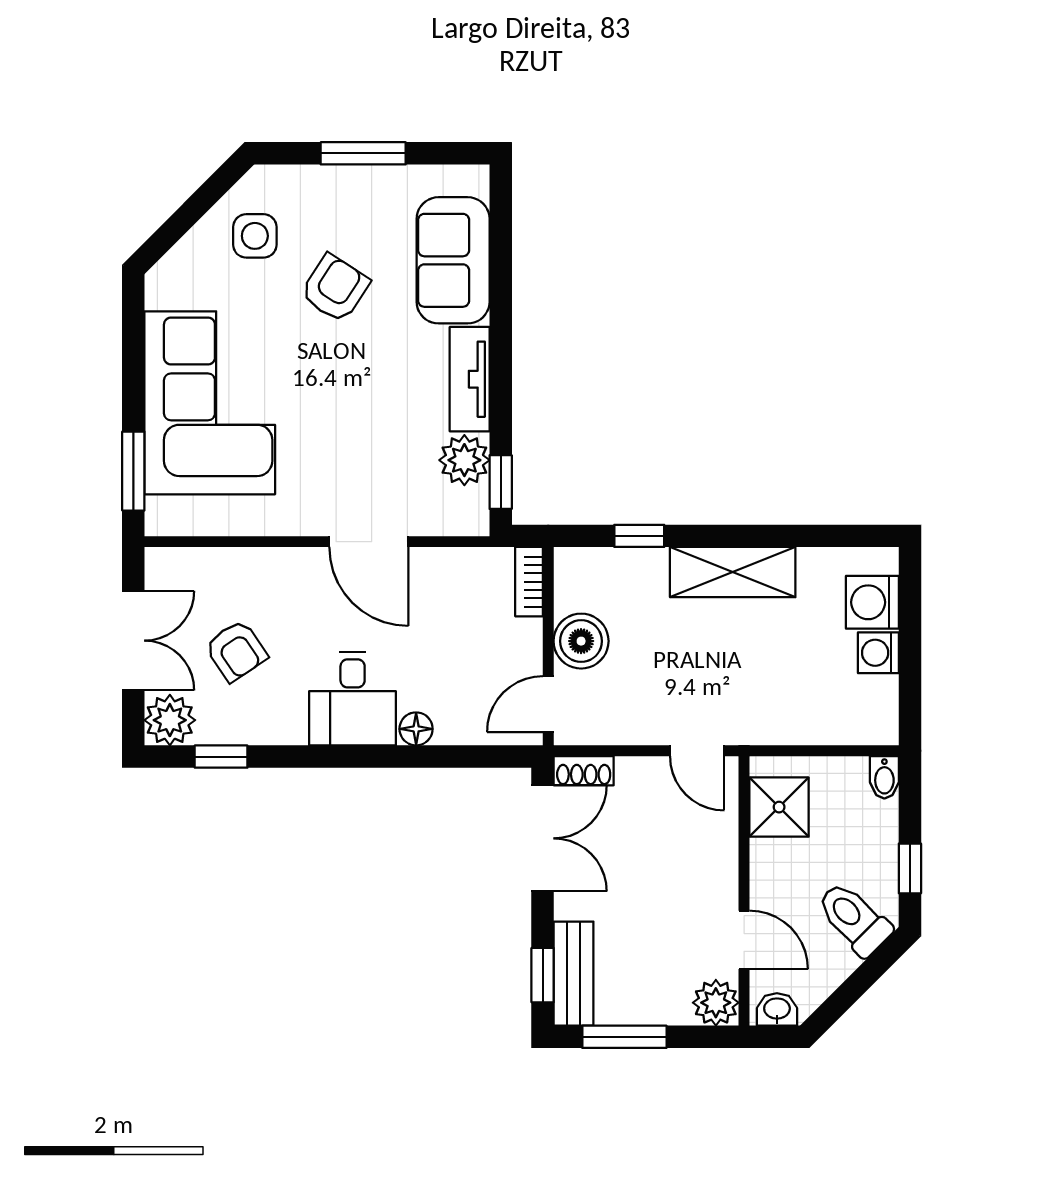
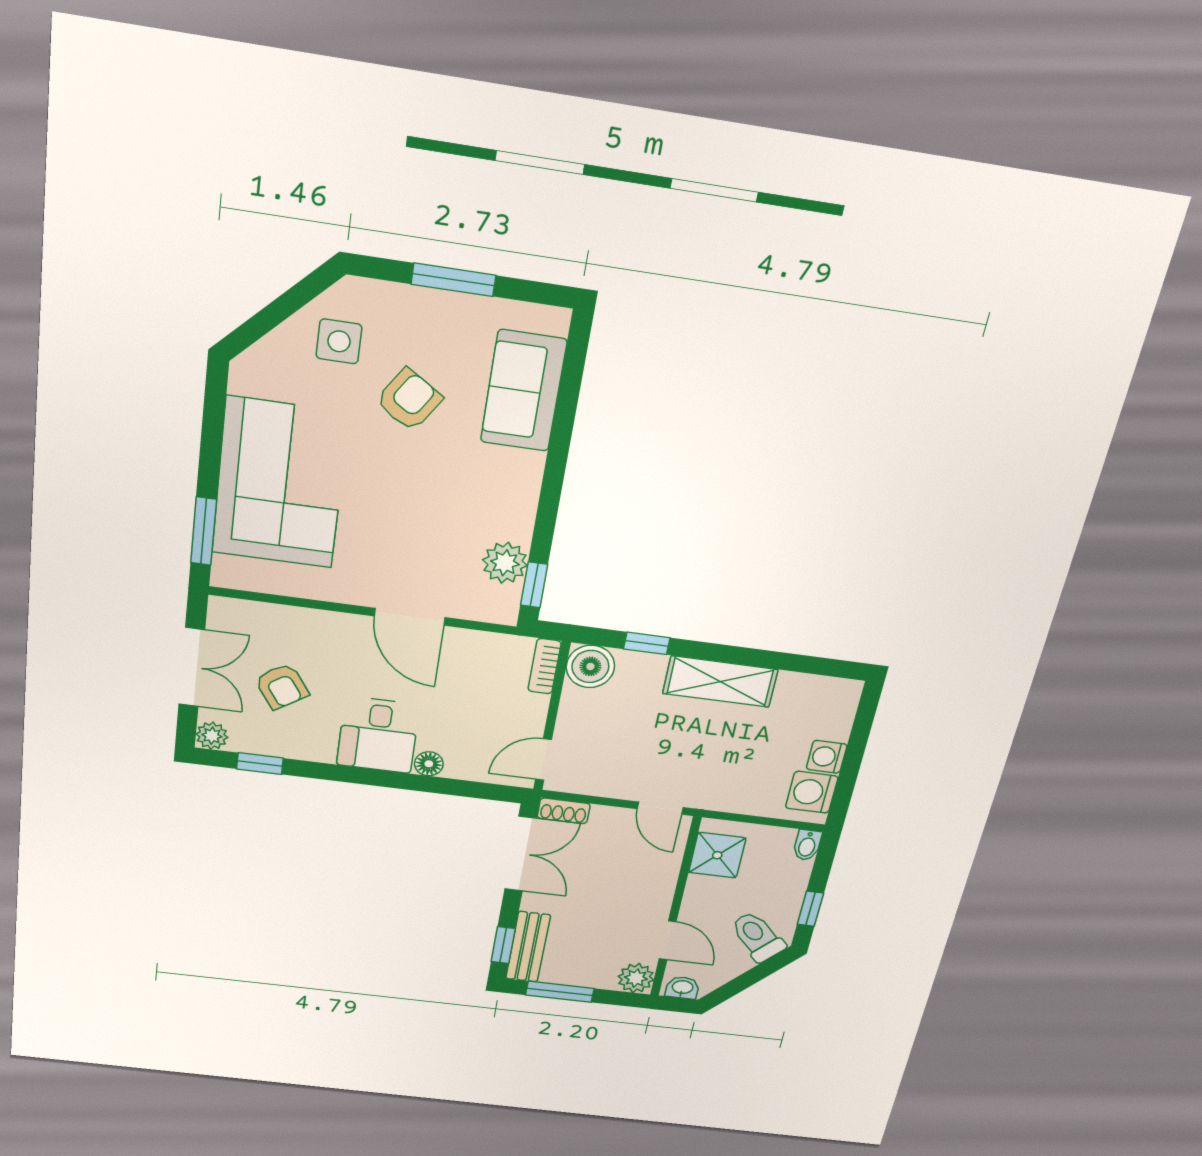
tv unit: (470, 379) -> (521, 496), removed
washing machine: (872, 602) -> (812, 792), moved
boiler: (581, 641) -> (590, 666), moved
plant: (170, 720) -> (212, 736), width x0.73, depth x0.73

